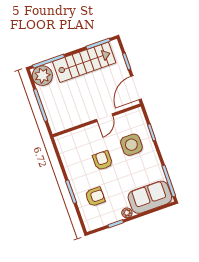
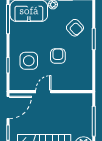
armchair: (103, 160) -> (58, 56), turned 180
armchair: (95, 197) -> (75, 28), turned -134

